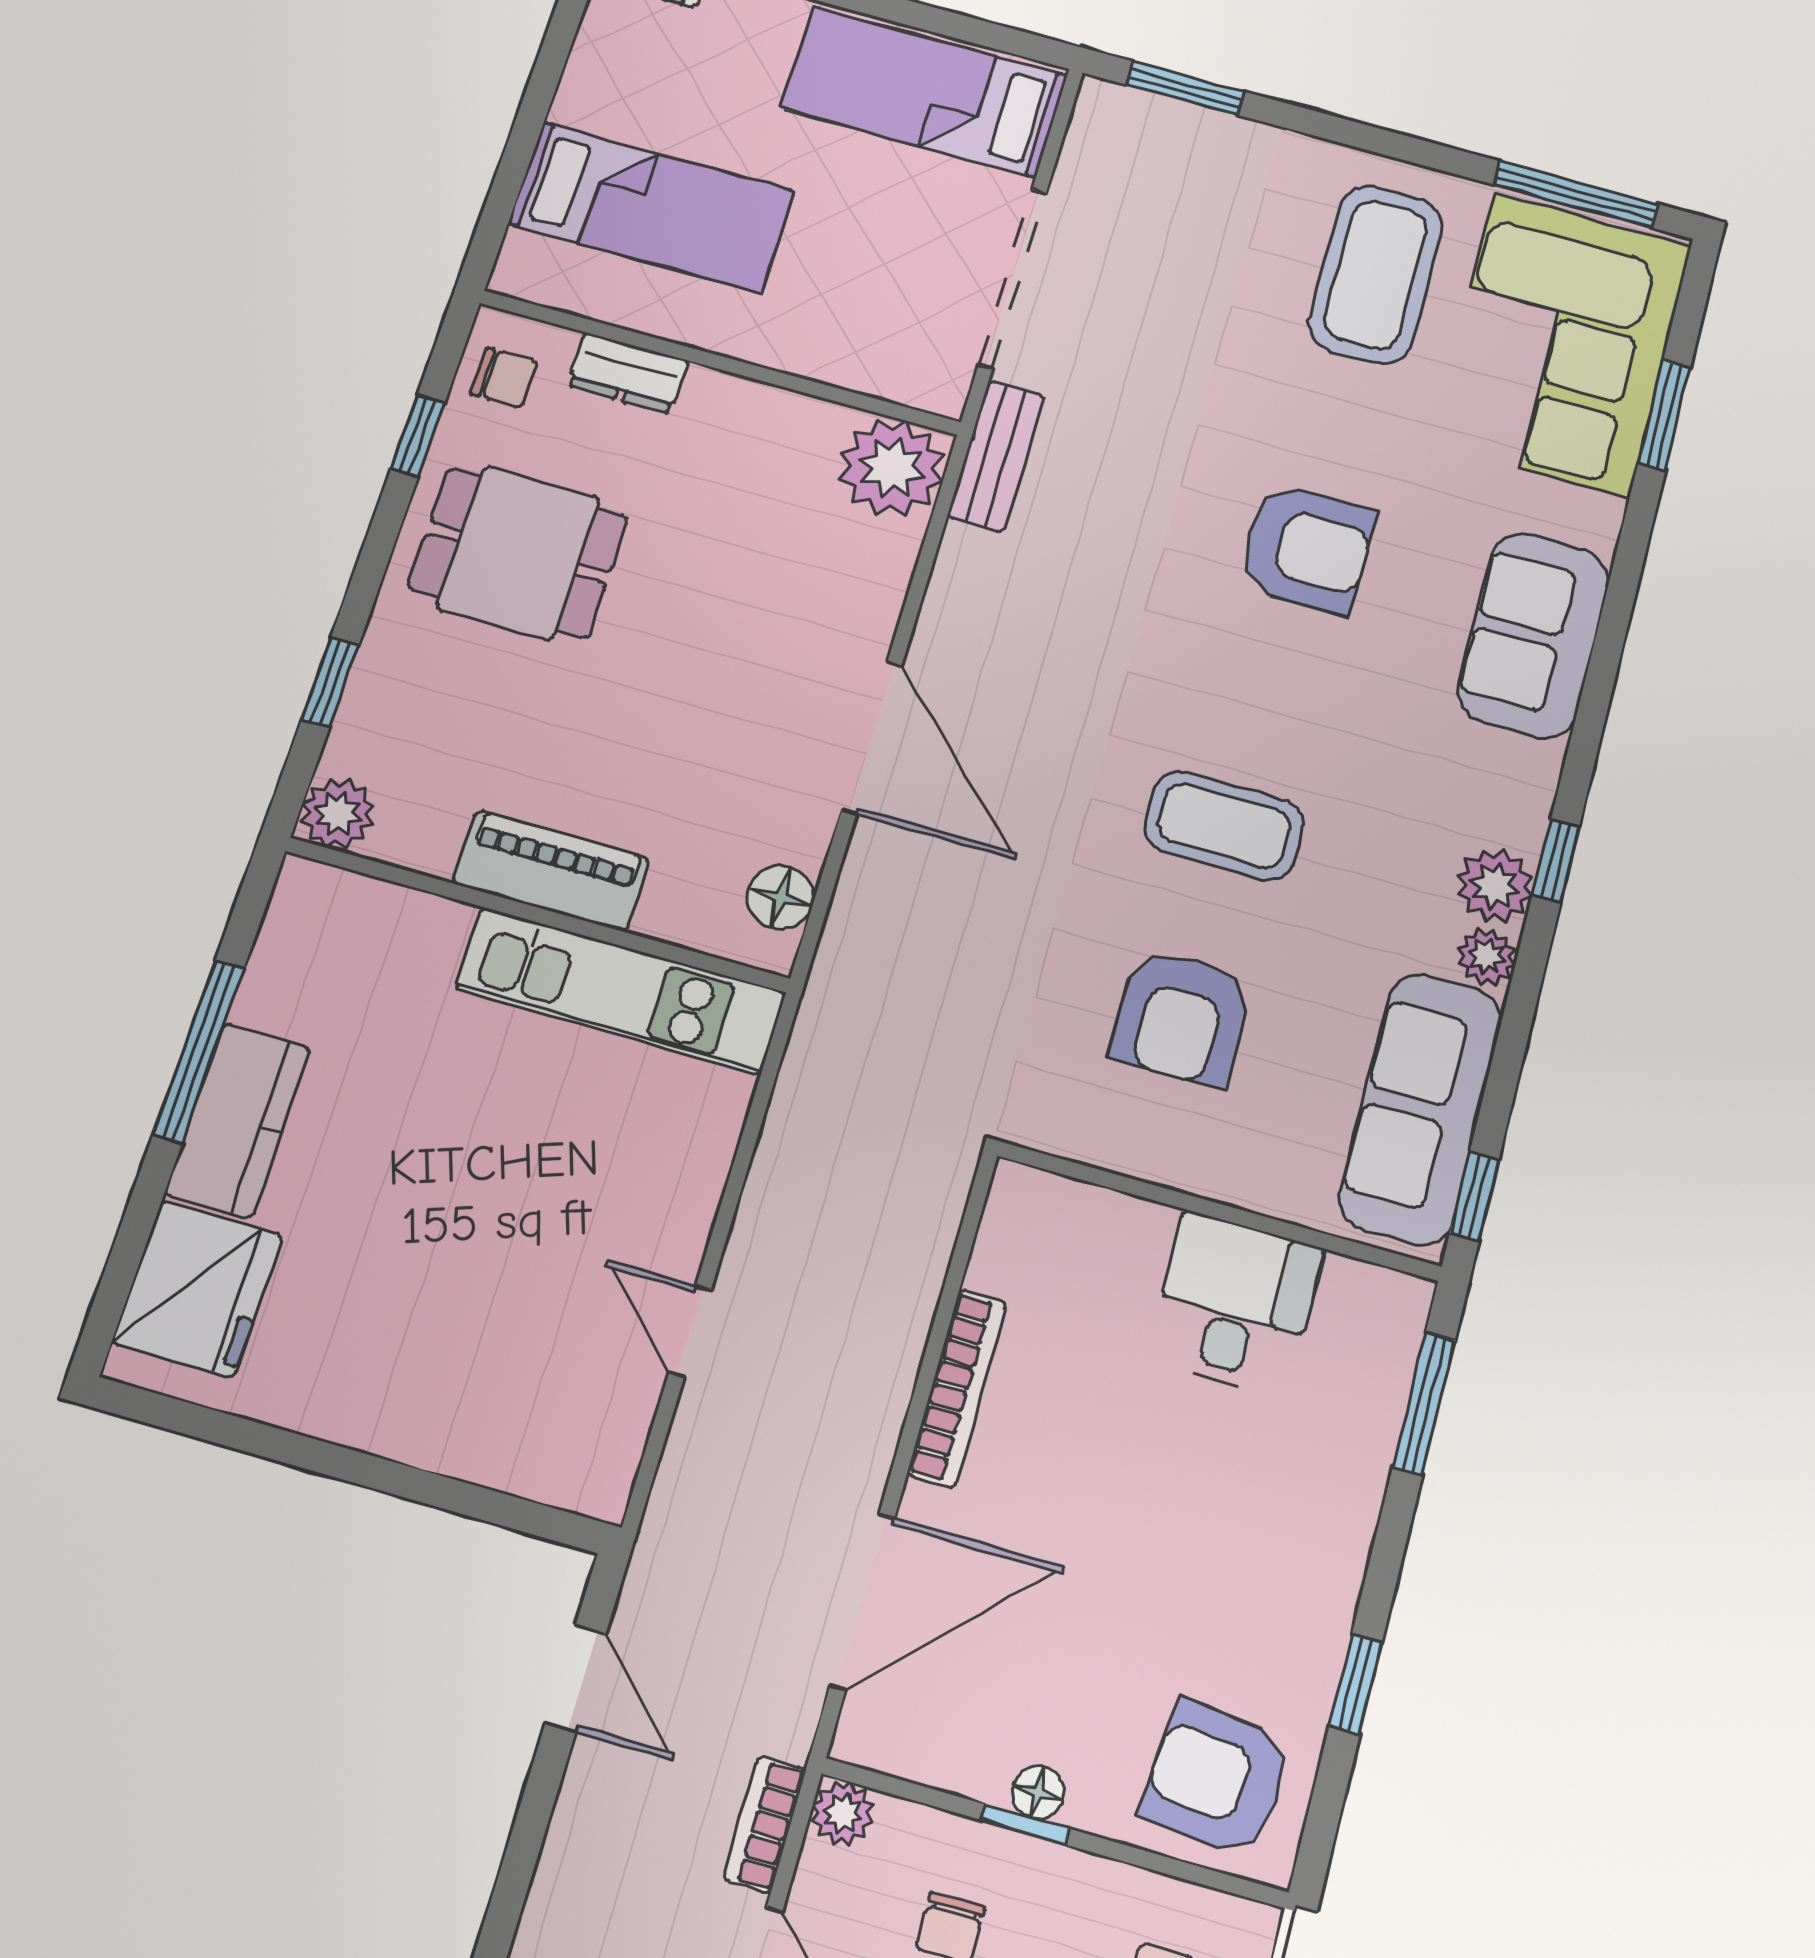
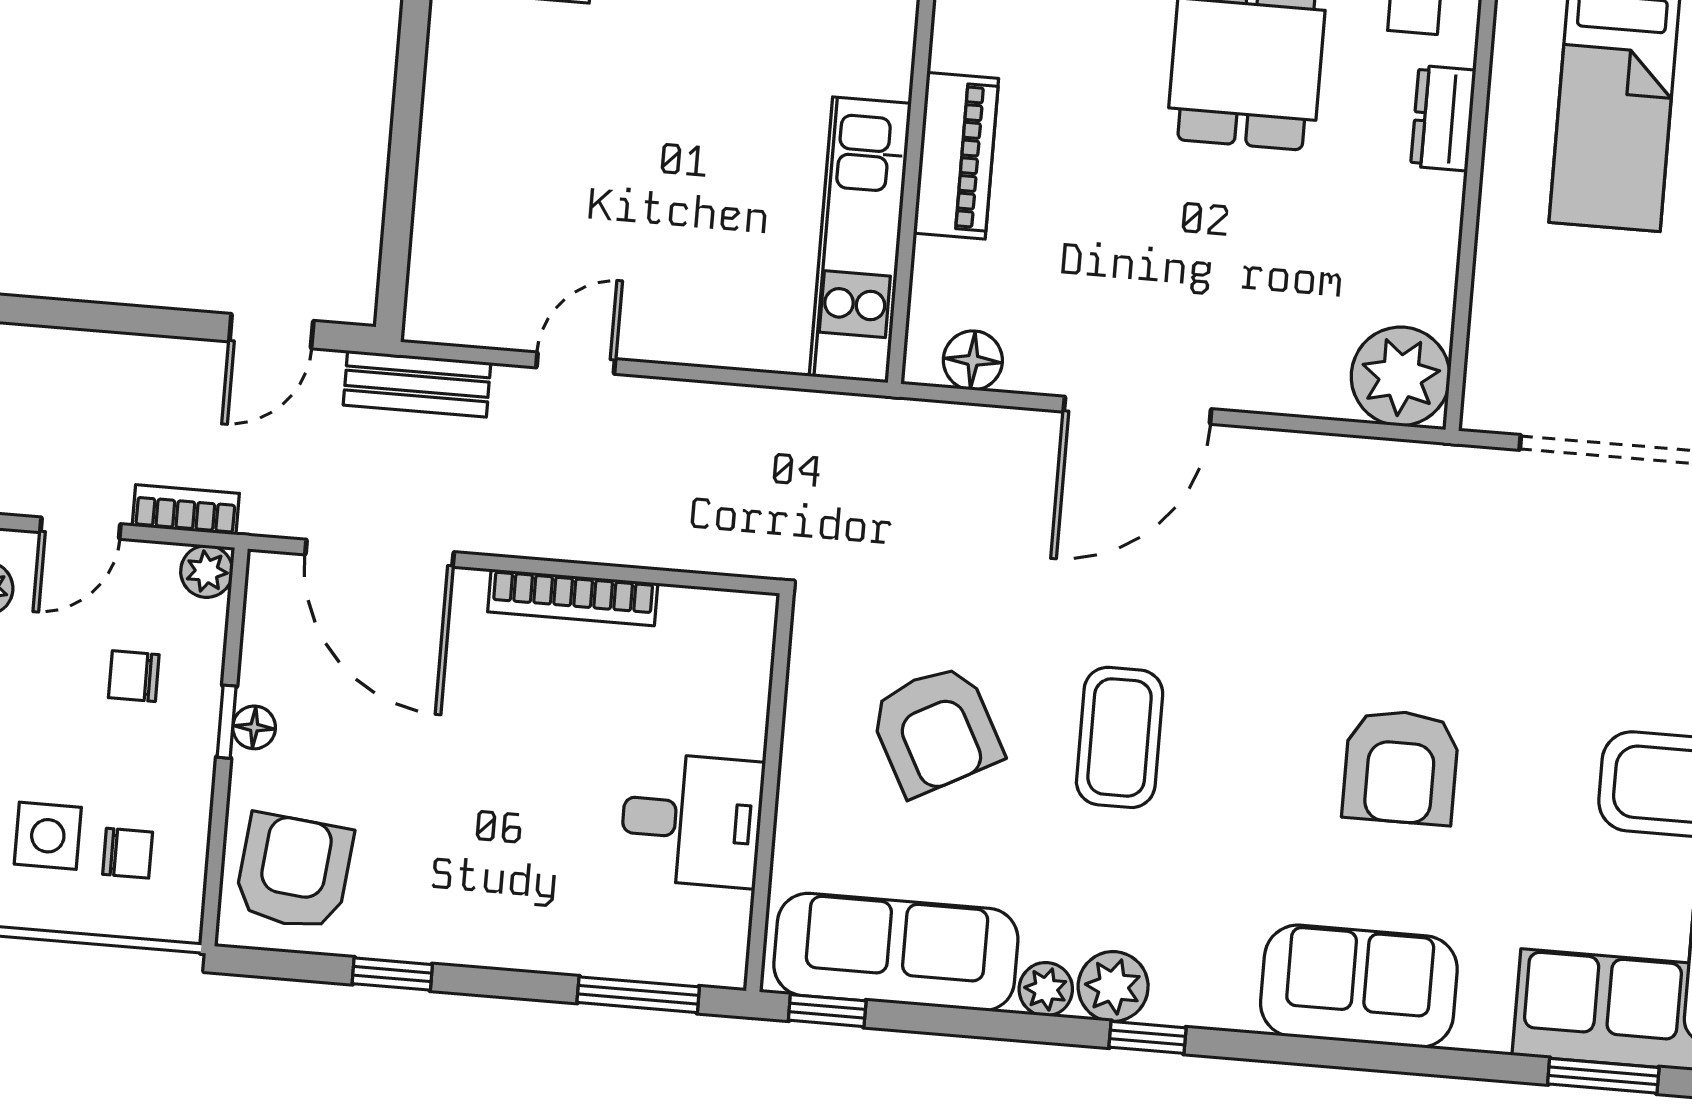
bench: (996, 456) -> (417, 384), moved
armchair: (1181, 1017) -> (935, 730), turned -118

